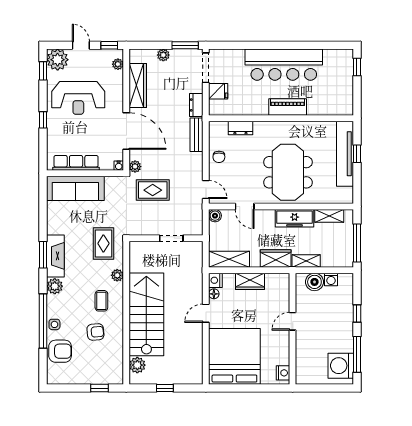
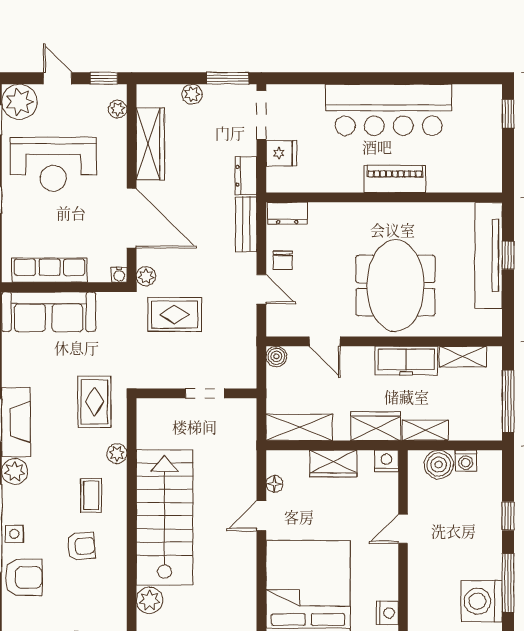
dresser: (240, 128) -> (287, 213), moved
door: (206, 190) -> (261, 289), moved
nightstand: (215, 280) -> (386, 461), moved, turned 90

